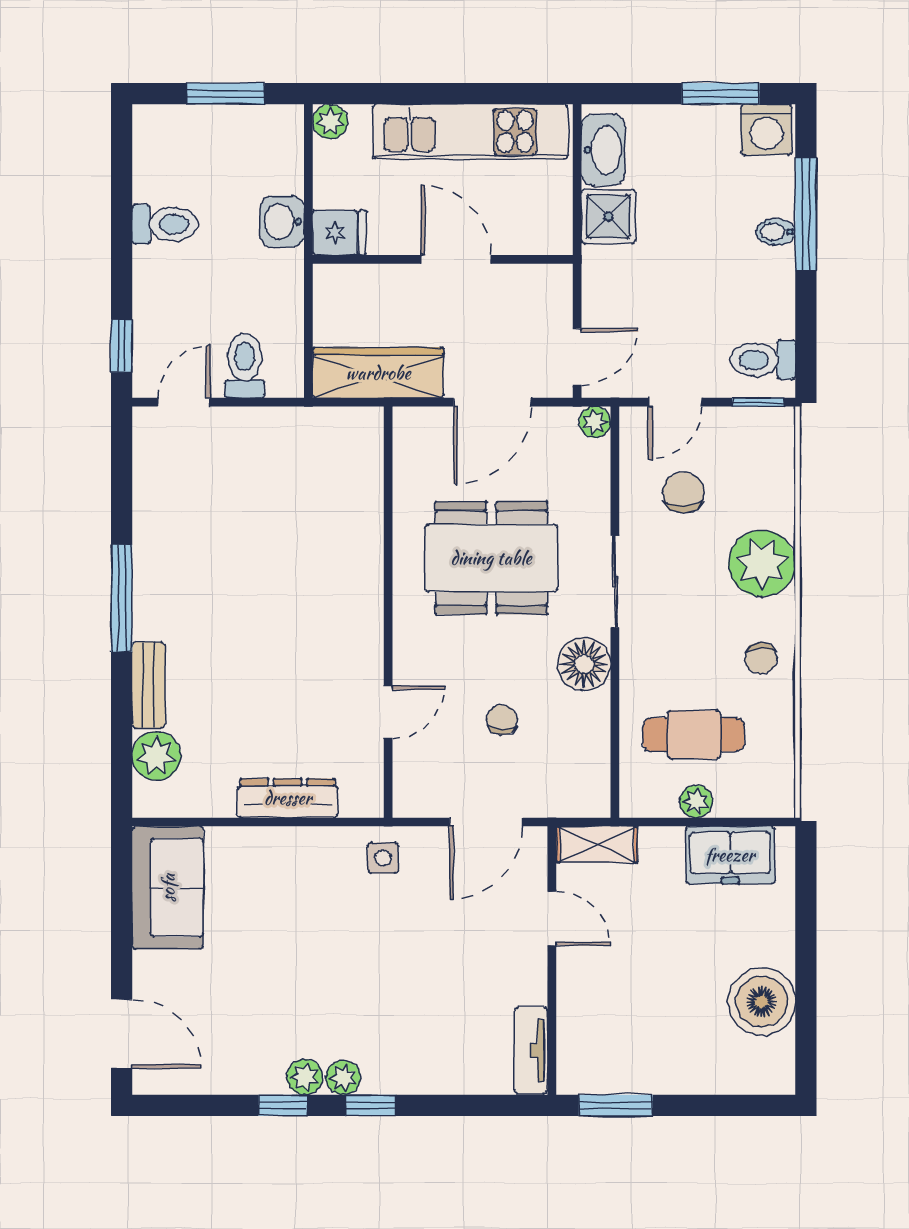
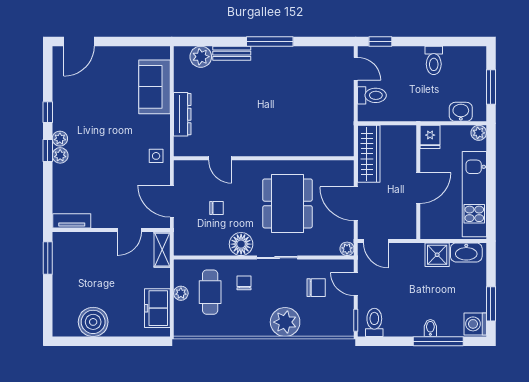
washbasin: (282, 222) -> (461, 112), moved
chair: (761, 658) -> (244, 283), moved, turned 90
sofa: (168, 888) -> (154, 87), moved, turned 90
plant: (305, 1077) -> (60, 155), moved

